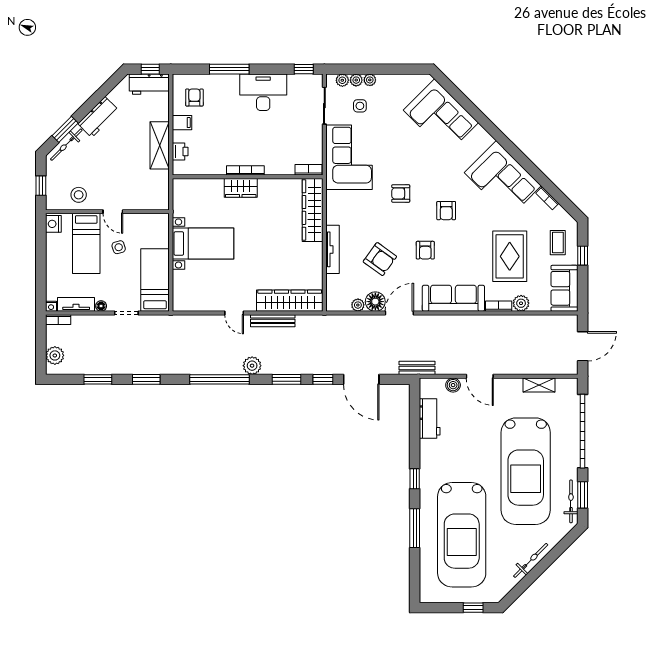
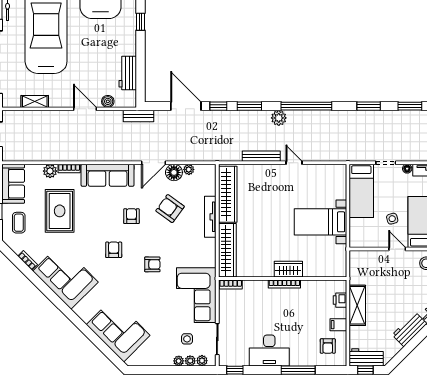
wardrobe: (290, 301) -> (228, 194), moved, turned -90

